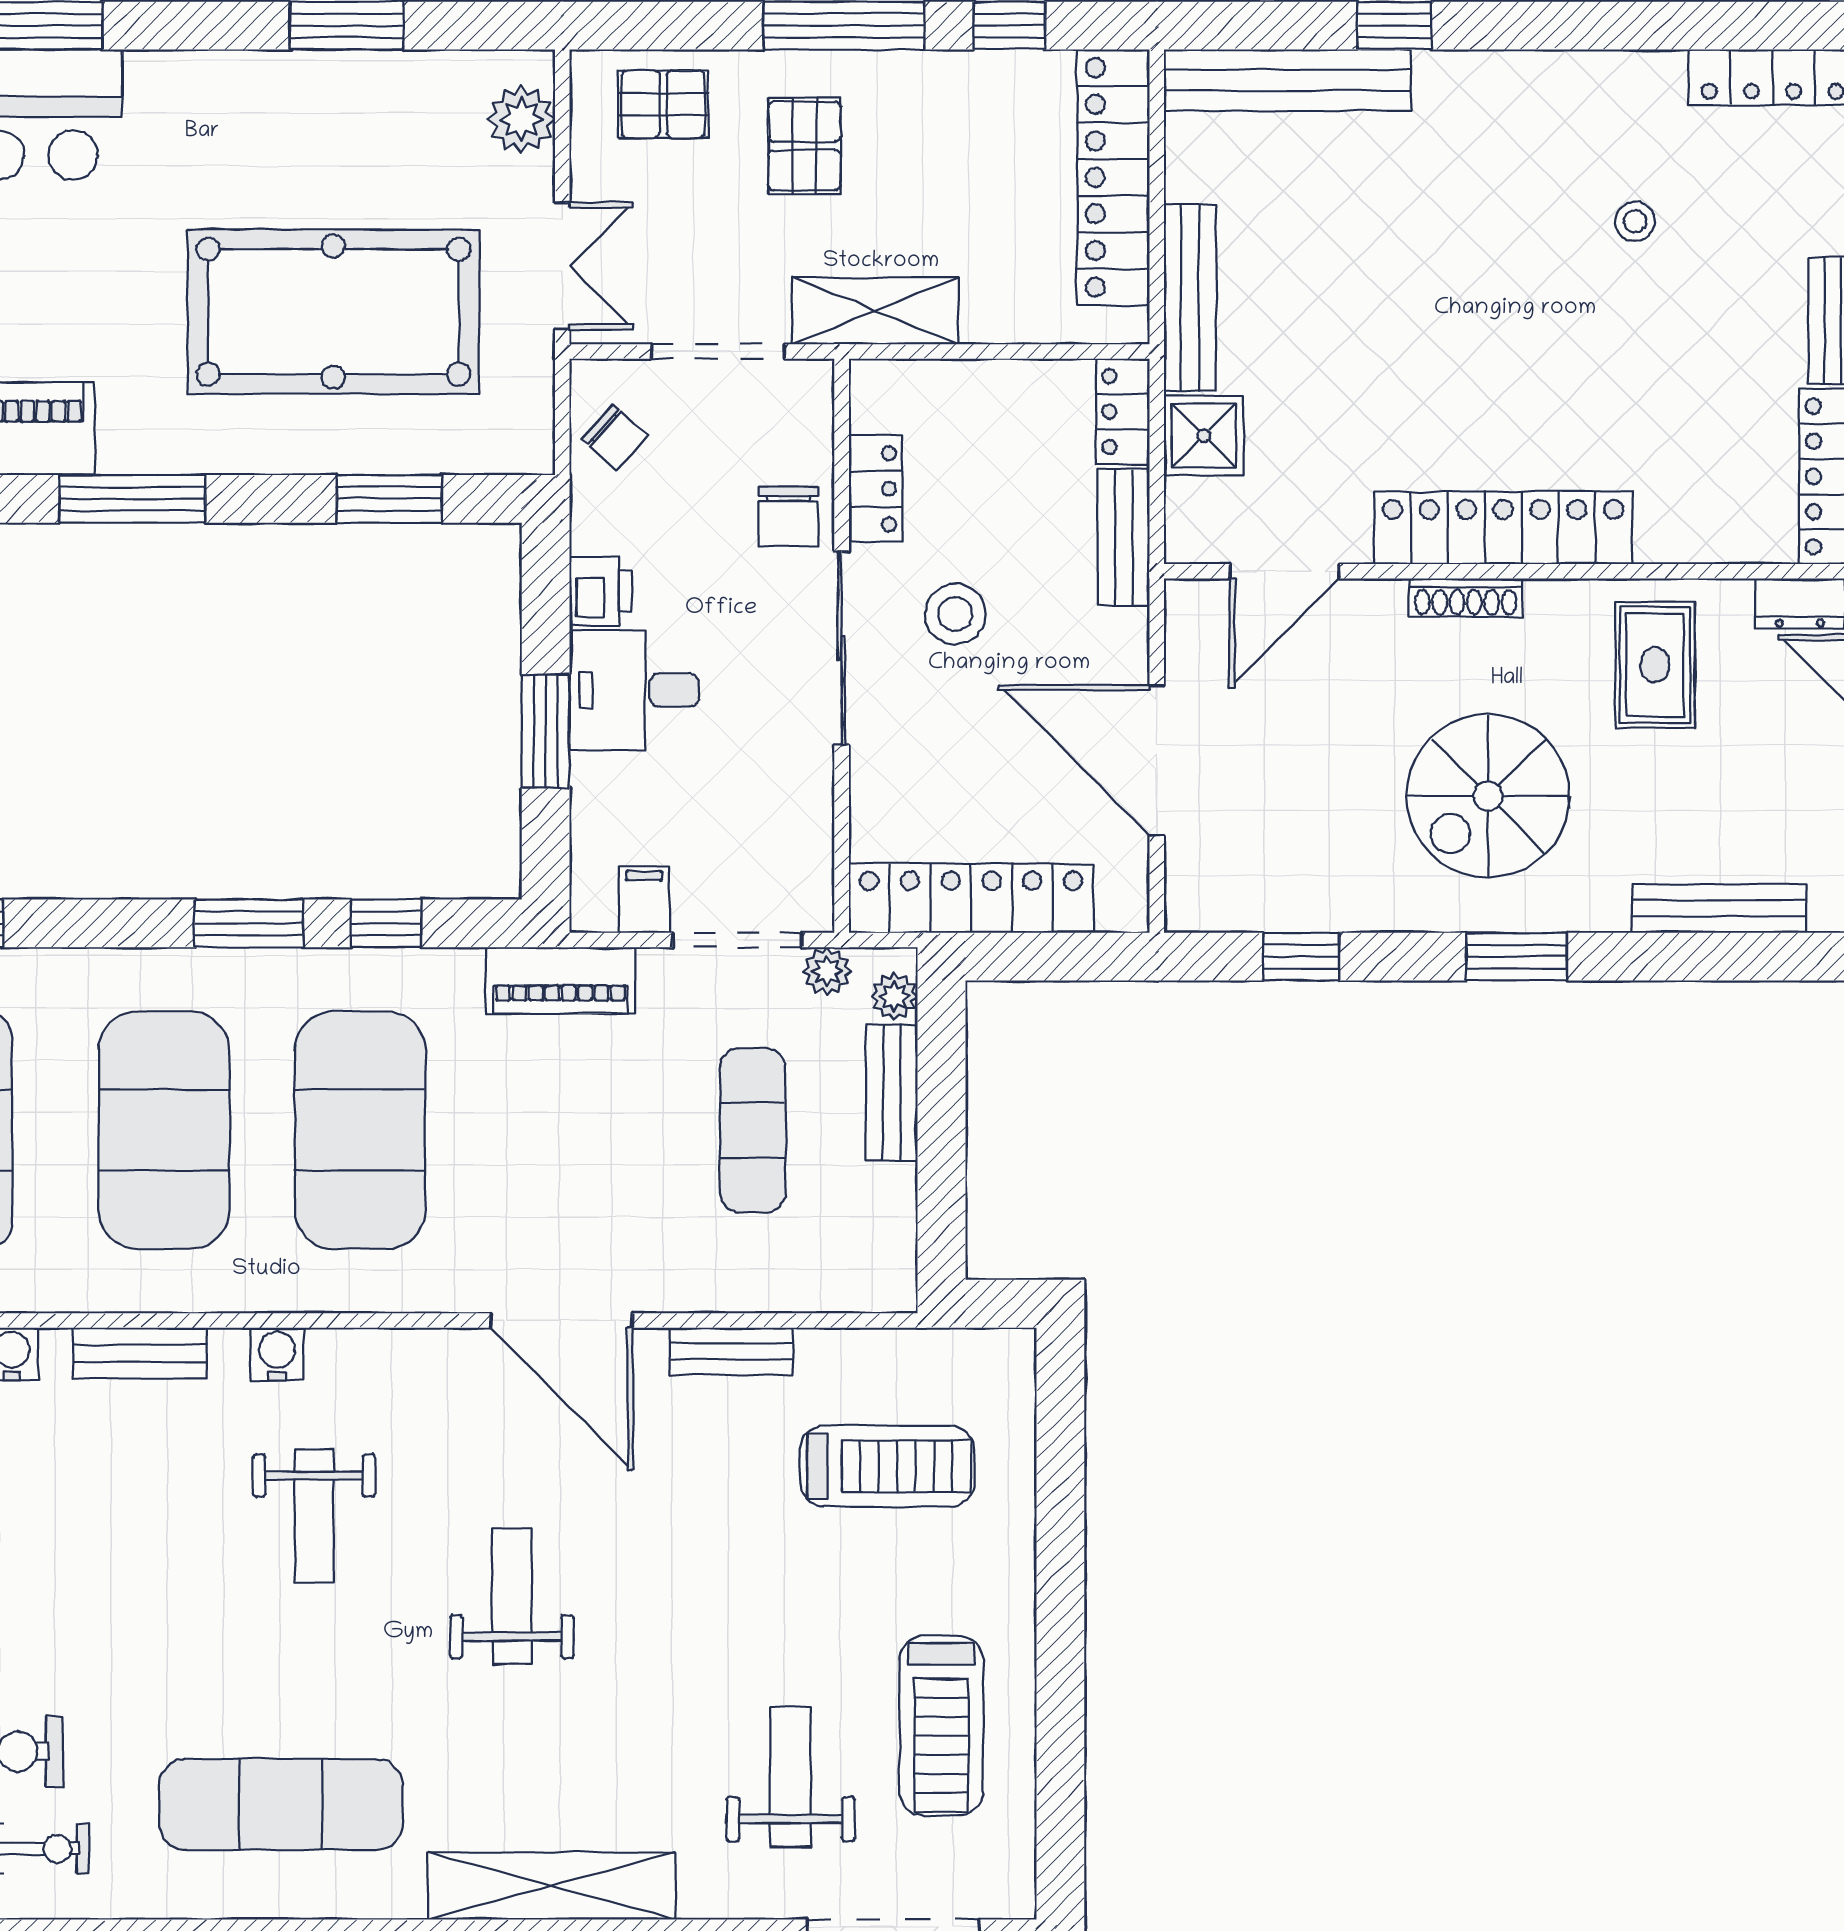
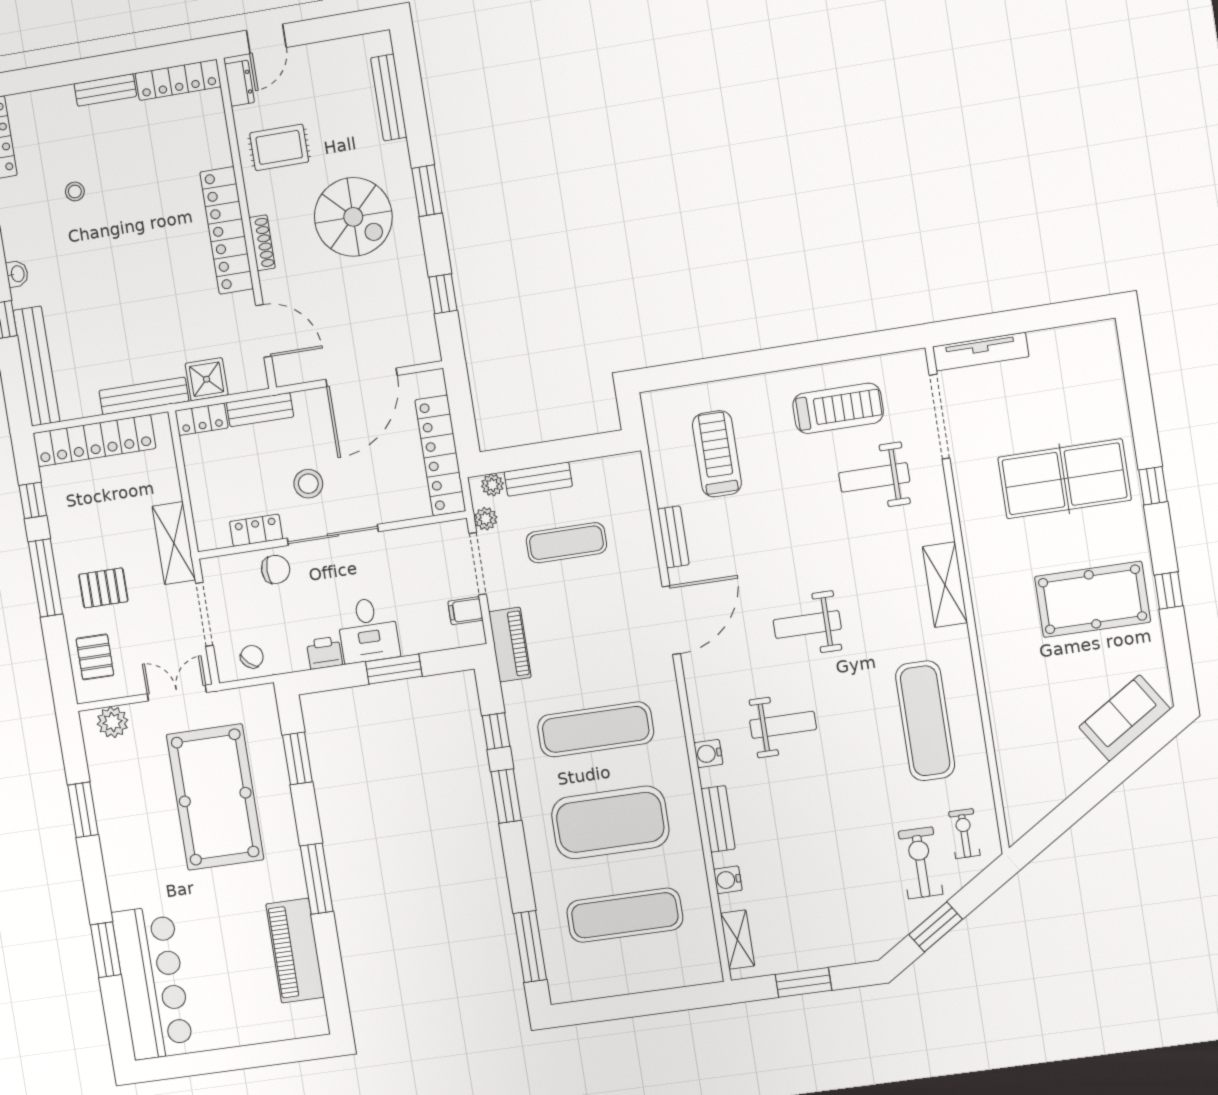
washbasin: (1485, 71) -> (17, 274), added
exercise mat: (360, 1130) -> (596, 729), width x0.68
shelving: (552, 1886) -> (945, 585), width x0.68

